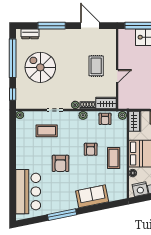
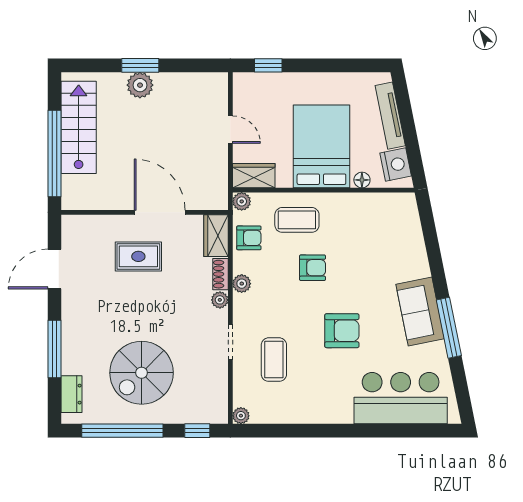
door: (117, 76) -> (160, 212), width x1.88
coffee table: (114, 158) -> (297, 220), moved
sofa: (92, 196) -> (420, 312), moved

